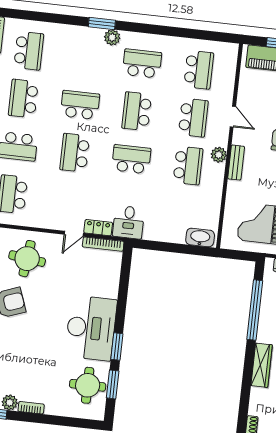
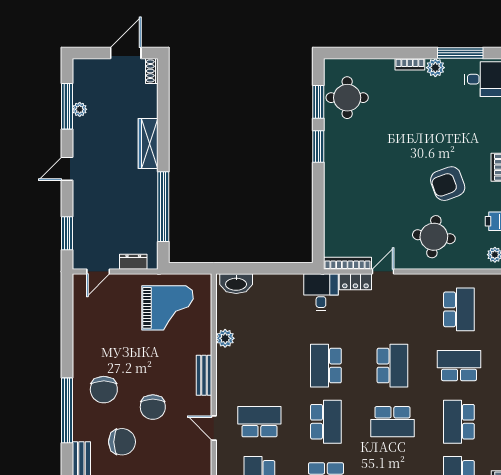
school desk: (23, 99) -> (459, 422), turned 180
school desk: (193, 118) -> (259, 422), turned 90
plant: (219, 155) -> (225, 338), moved
school desk: (131, 159) -> (326, 366), turned 90
school desk: (188, 165) -> (259, 366), removed
desk: (91, 328) -> (351, 164), removed

